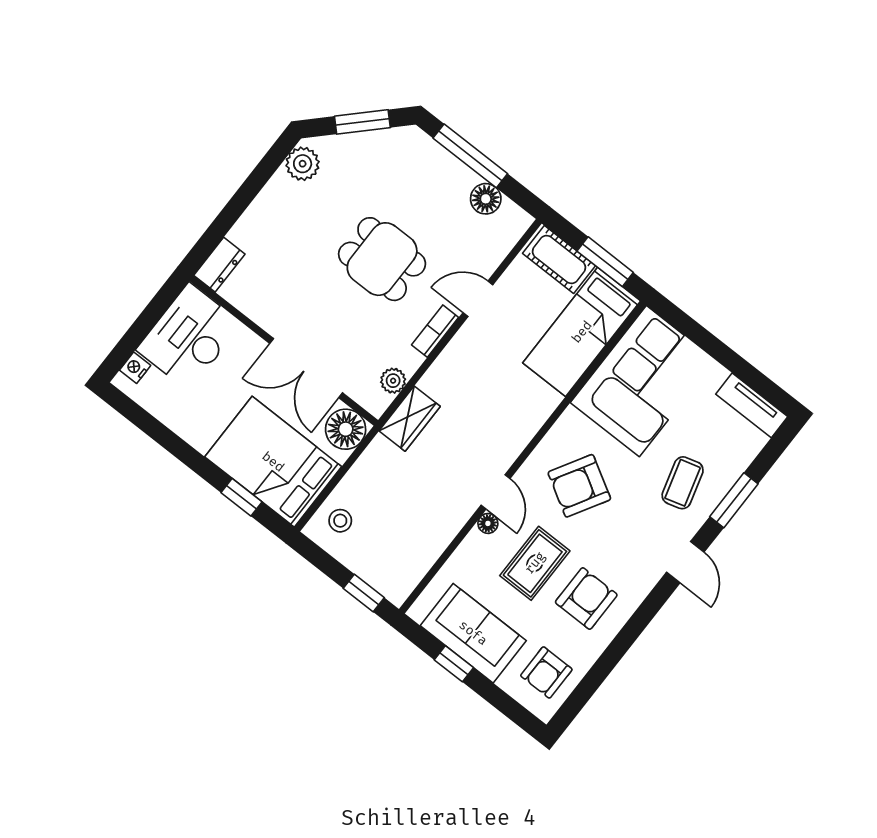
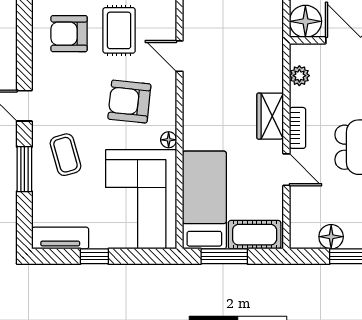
door: (478, 299) -> (286, 170), hinge flipped
window: (732, 361) -> (94, 256), added
wardrobe: (410, 419) -> (270, 116), moved
armchair: (579, 486) -> (129, 102), turned -114
floor lamp: (488, 523) -> (169, 140), moved
armchair: (586, 599) -> (69, 34), turned 90

